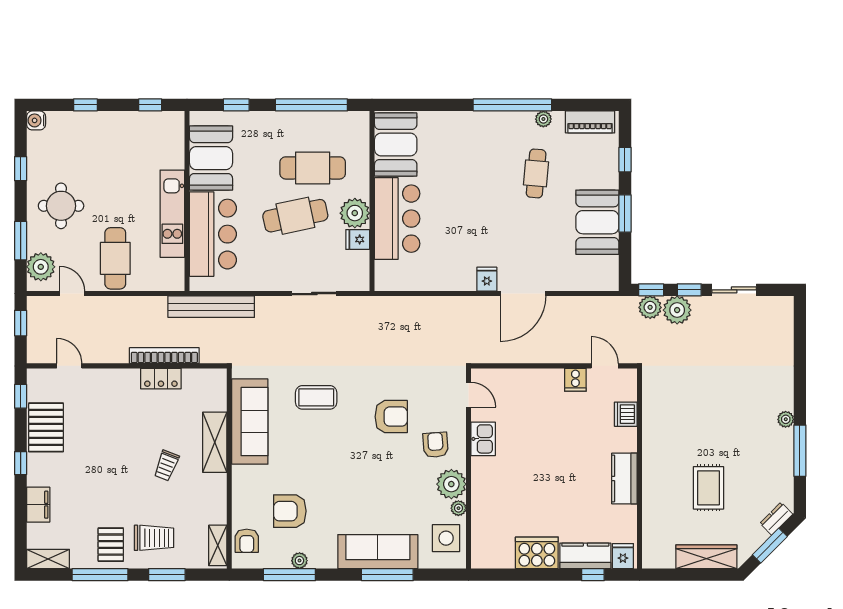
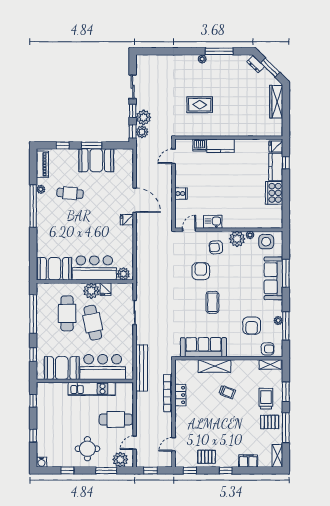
plant: (386, 273) -> (123, 274), added
cooker: (575, 380) -> (181, 194), moved
coffee table: (316, 397) -> (212, 302), moved
pallet: (46, 427) -> (207, 457), width x0.67, depth x0.71
kitchen counter: (624, 479) -> (220, 146), moved
rug: (708, 488) -> (200, 105), moved

